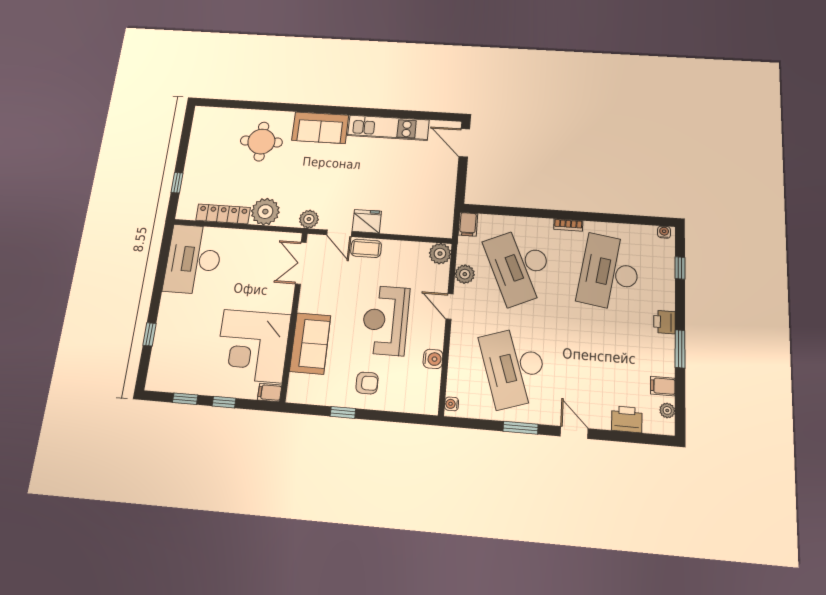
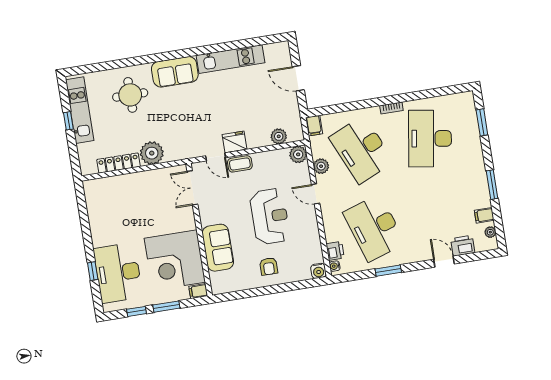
door: (464, 143) -> (298, 78), moved
kitchen unit: (199, 145) -> (80, 110), added
window: (177, 183) -> (68, 121), moved
plant: (309, 219) -> (279, 136), moved
water cooler: (664, 232) -> (465, 96), removed
desk: (193, 259) -> (118, 273), moved
window: (680, 268) -> (482, 122), width x1.50
reception desk: (385, 320) -> (270, 216), turned 180
printer: (664, 322) -> (335, 251), moved, turned 180
water cooler: (433, 359) -> (318, 271), moved, turned 90
armchair: (367, 383) -> (269, 266), turned 90
window: (224, 402) -> (166, 307), width x1.50
window: (343, 412) -> (257, 292), removed
door: (574, 432) -> (444, 262), moved

